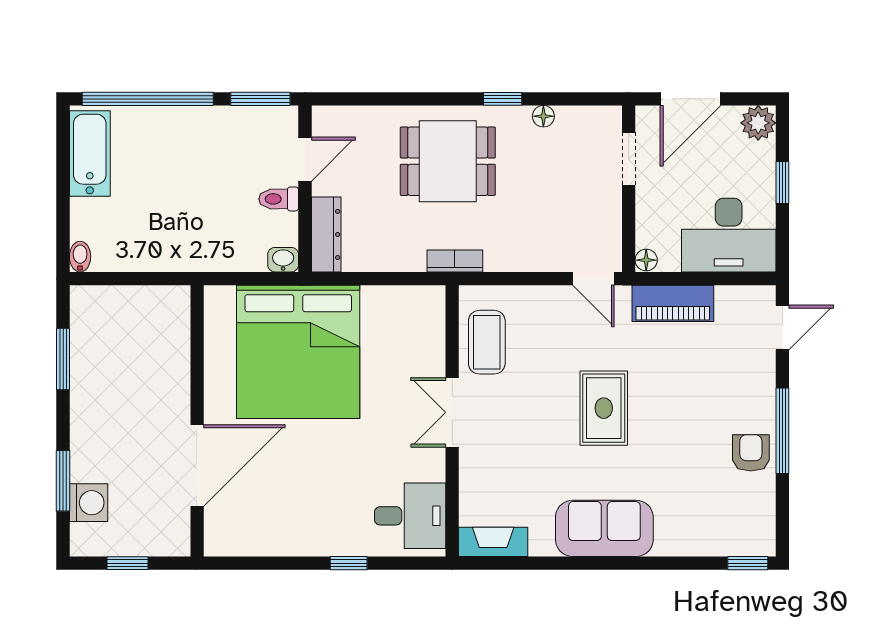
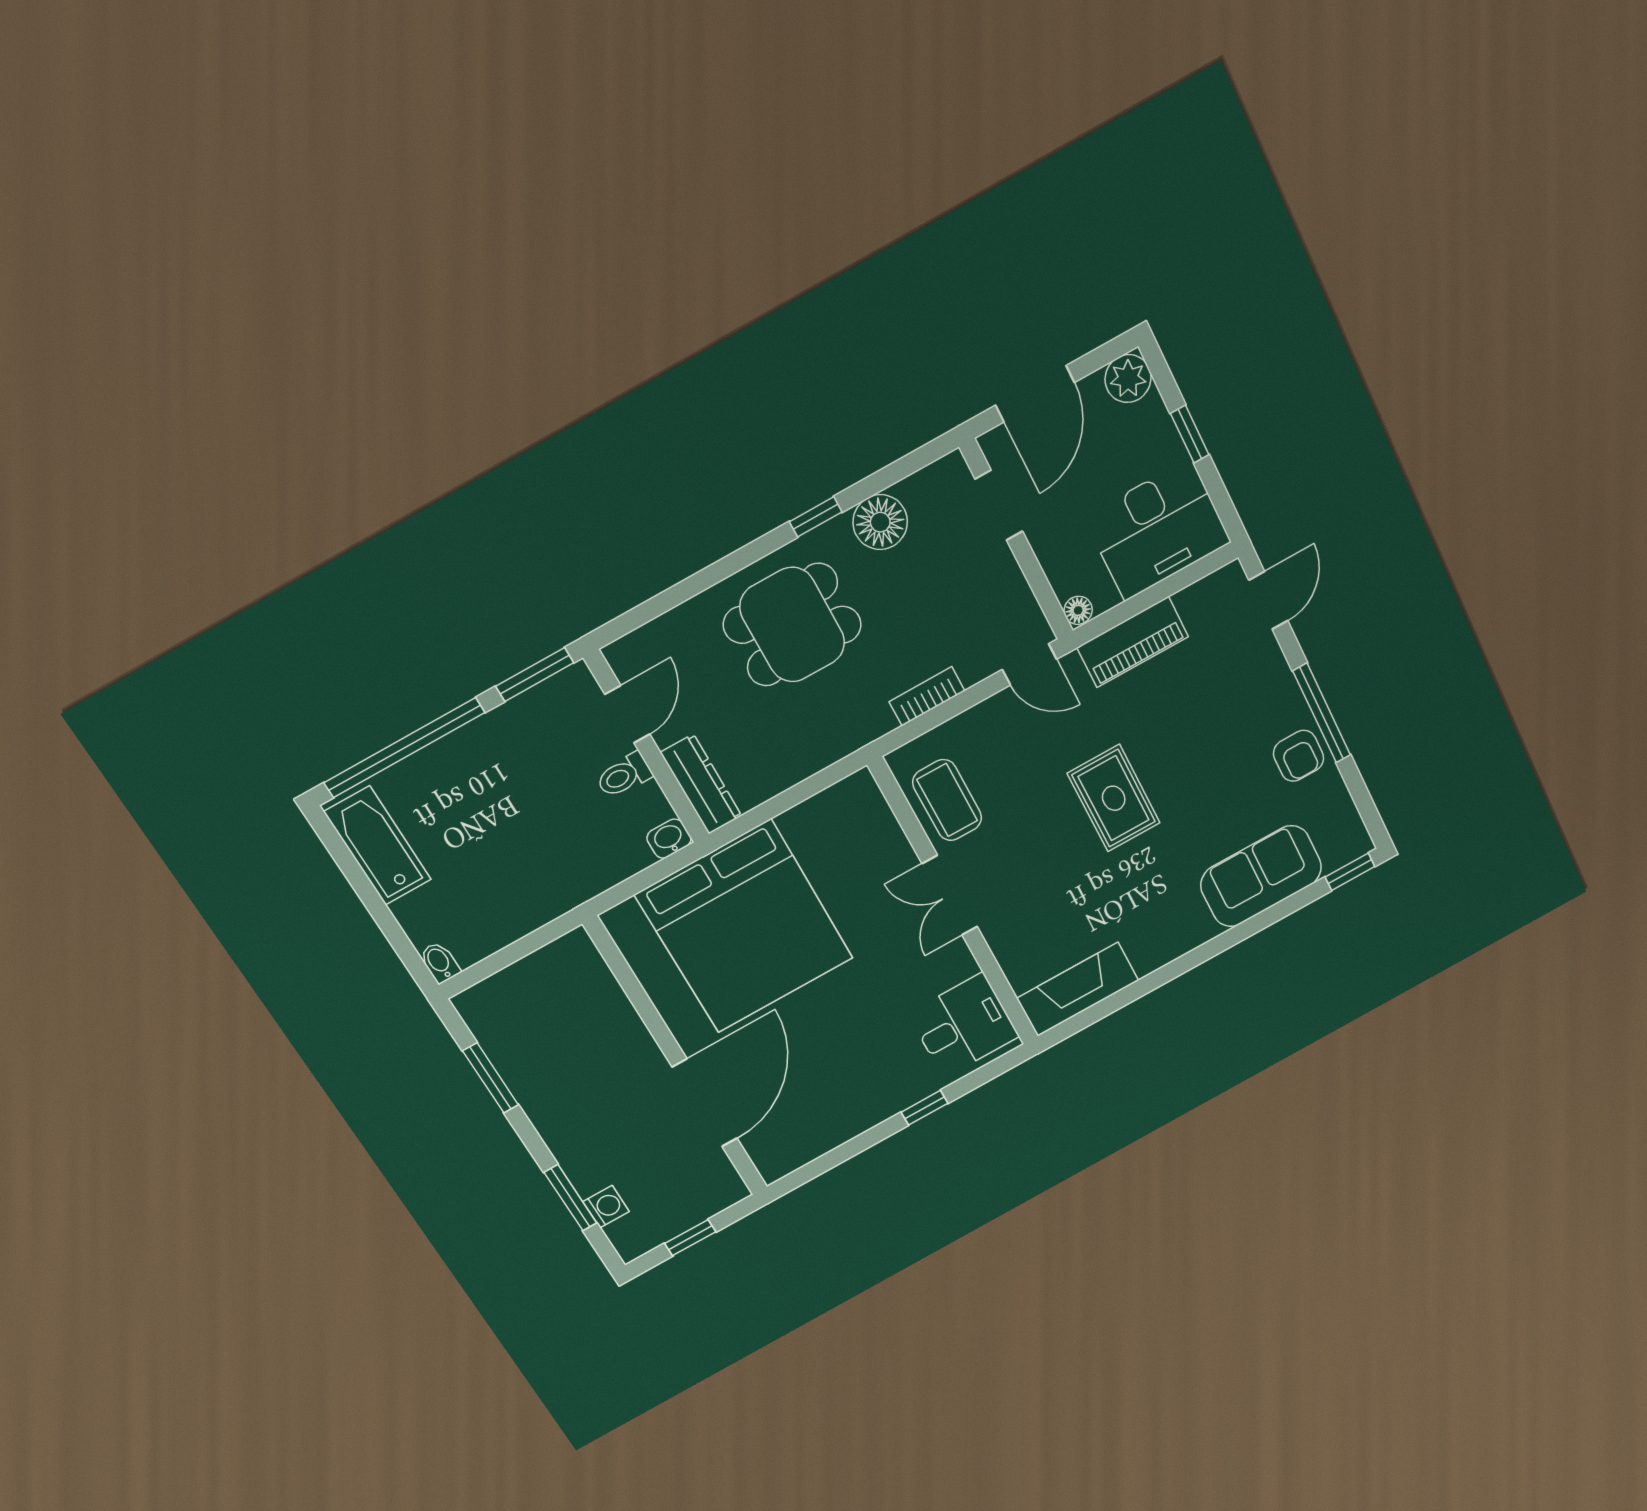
floor lamp: (543, 116) -> (880, 522), width x1.89, depth x1.89
bookcase: (455, 261) -> (927, 696), moved
armchair: (751, 453) -> (1299, 756), turned 180
washing machine: (89, 503) -> (606, 1207), width x0.73, depth x0.73
sofa: (604, 528) -> (1261, 876), moved
fireplace: (493, 542) -> (1078, 989), width x1.37, depth x1.32

